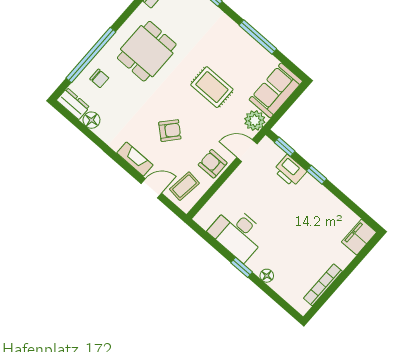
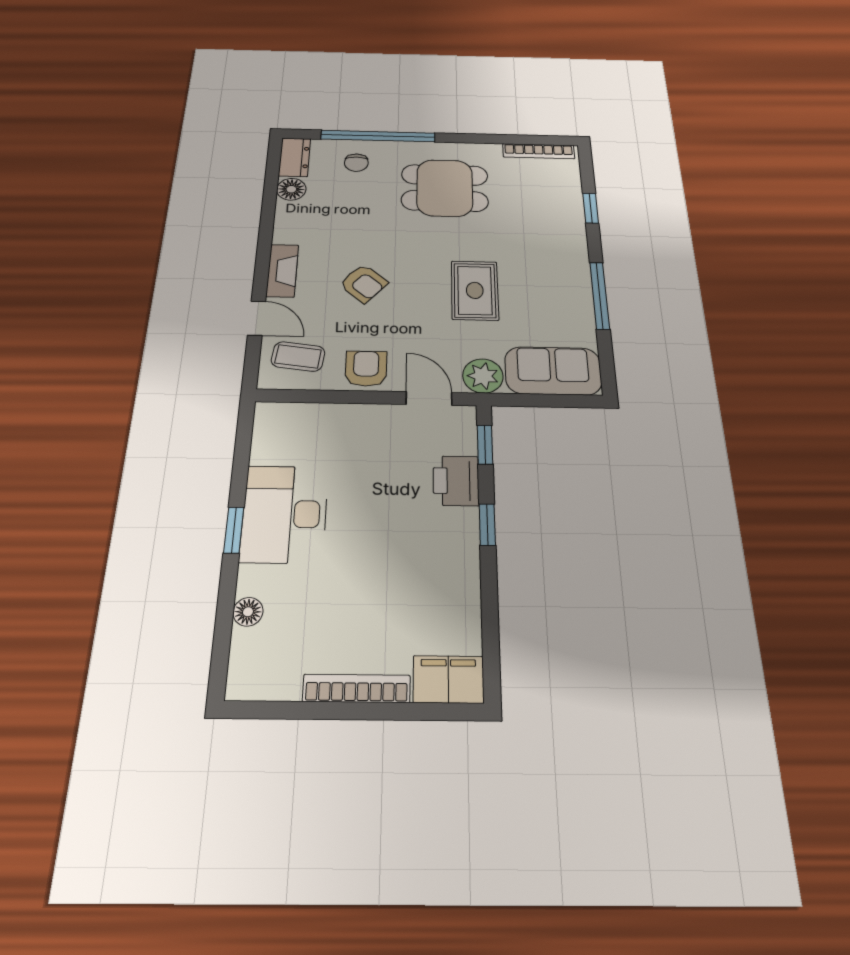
desk: (238, 233) -> (285, 514), moved
floor lamp: (267, 276) -> (248, 612), moved
bookcase: (323, 285) -> (357, 688), moved

